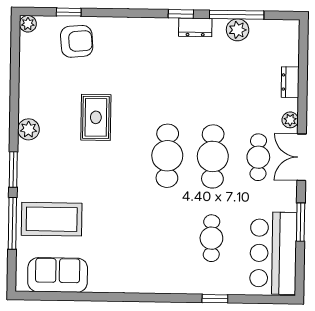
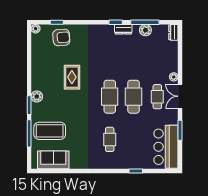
dresser: (290, 82) -> (173, 32), moved
plant: (29, 129) -> (37, 96), moved
cafe table: (211, 238) -> (110, 139), moved

